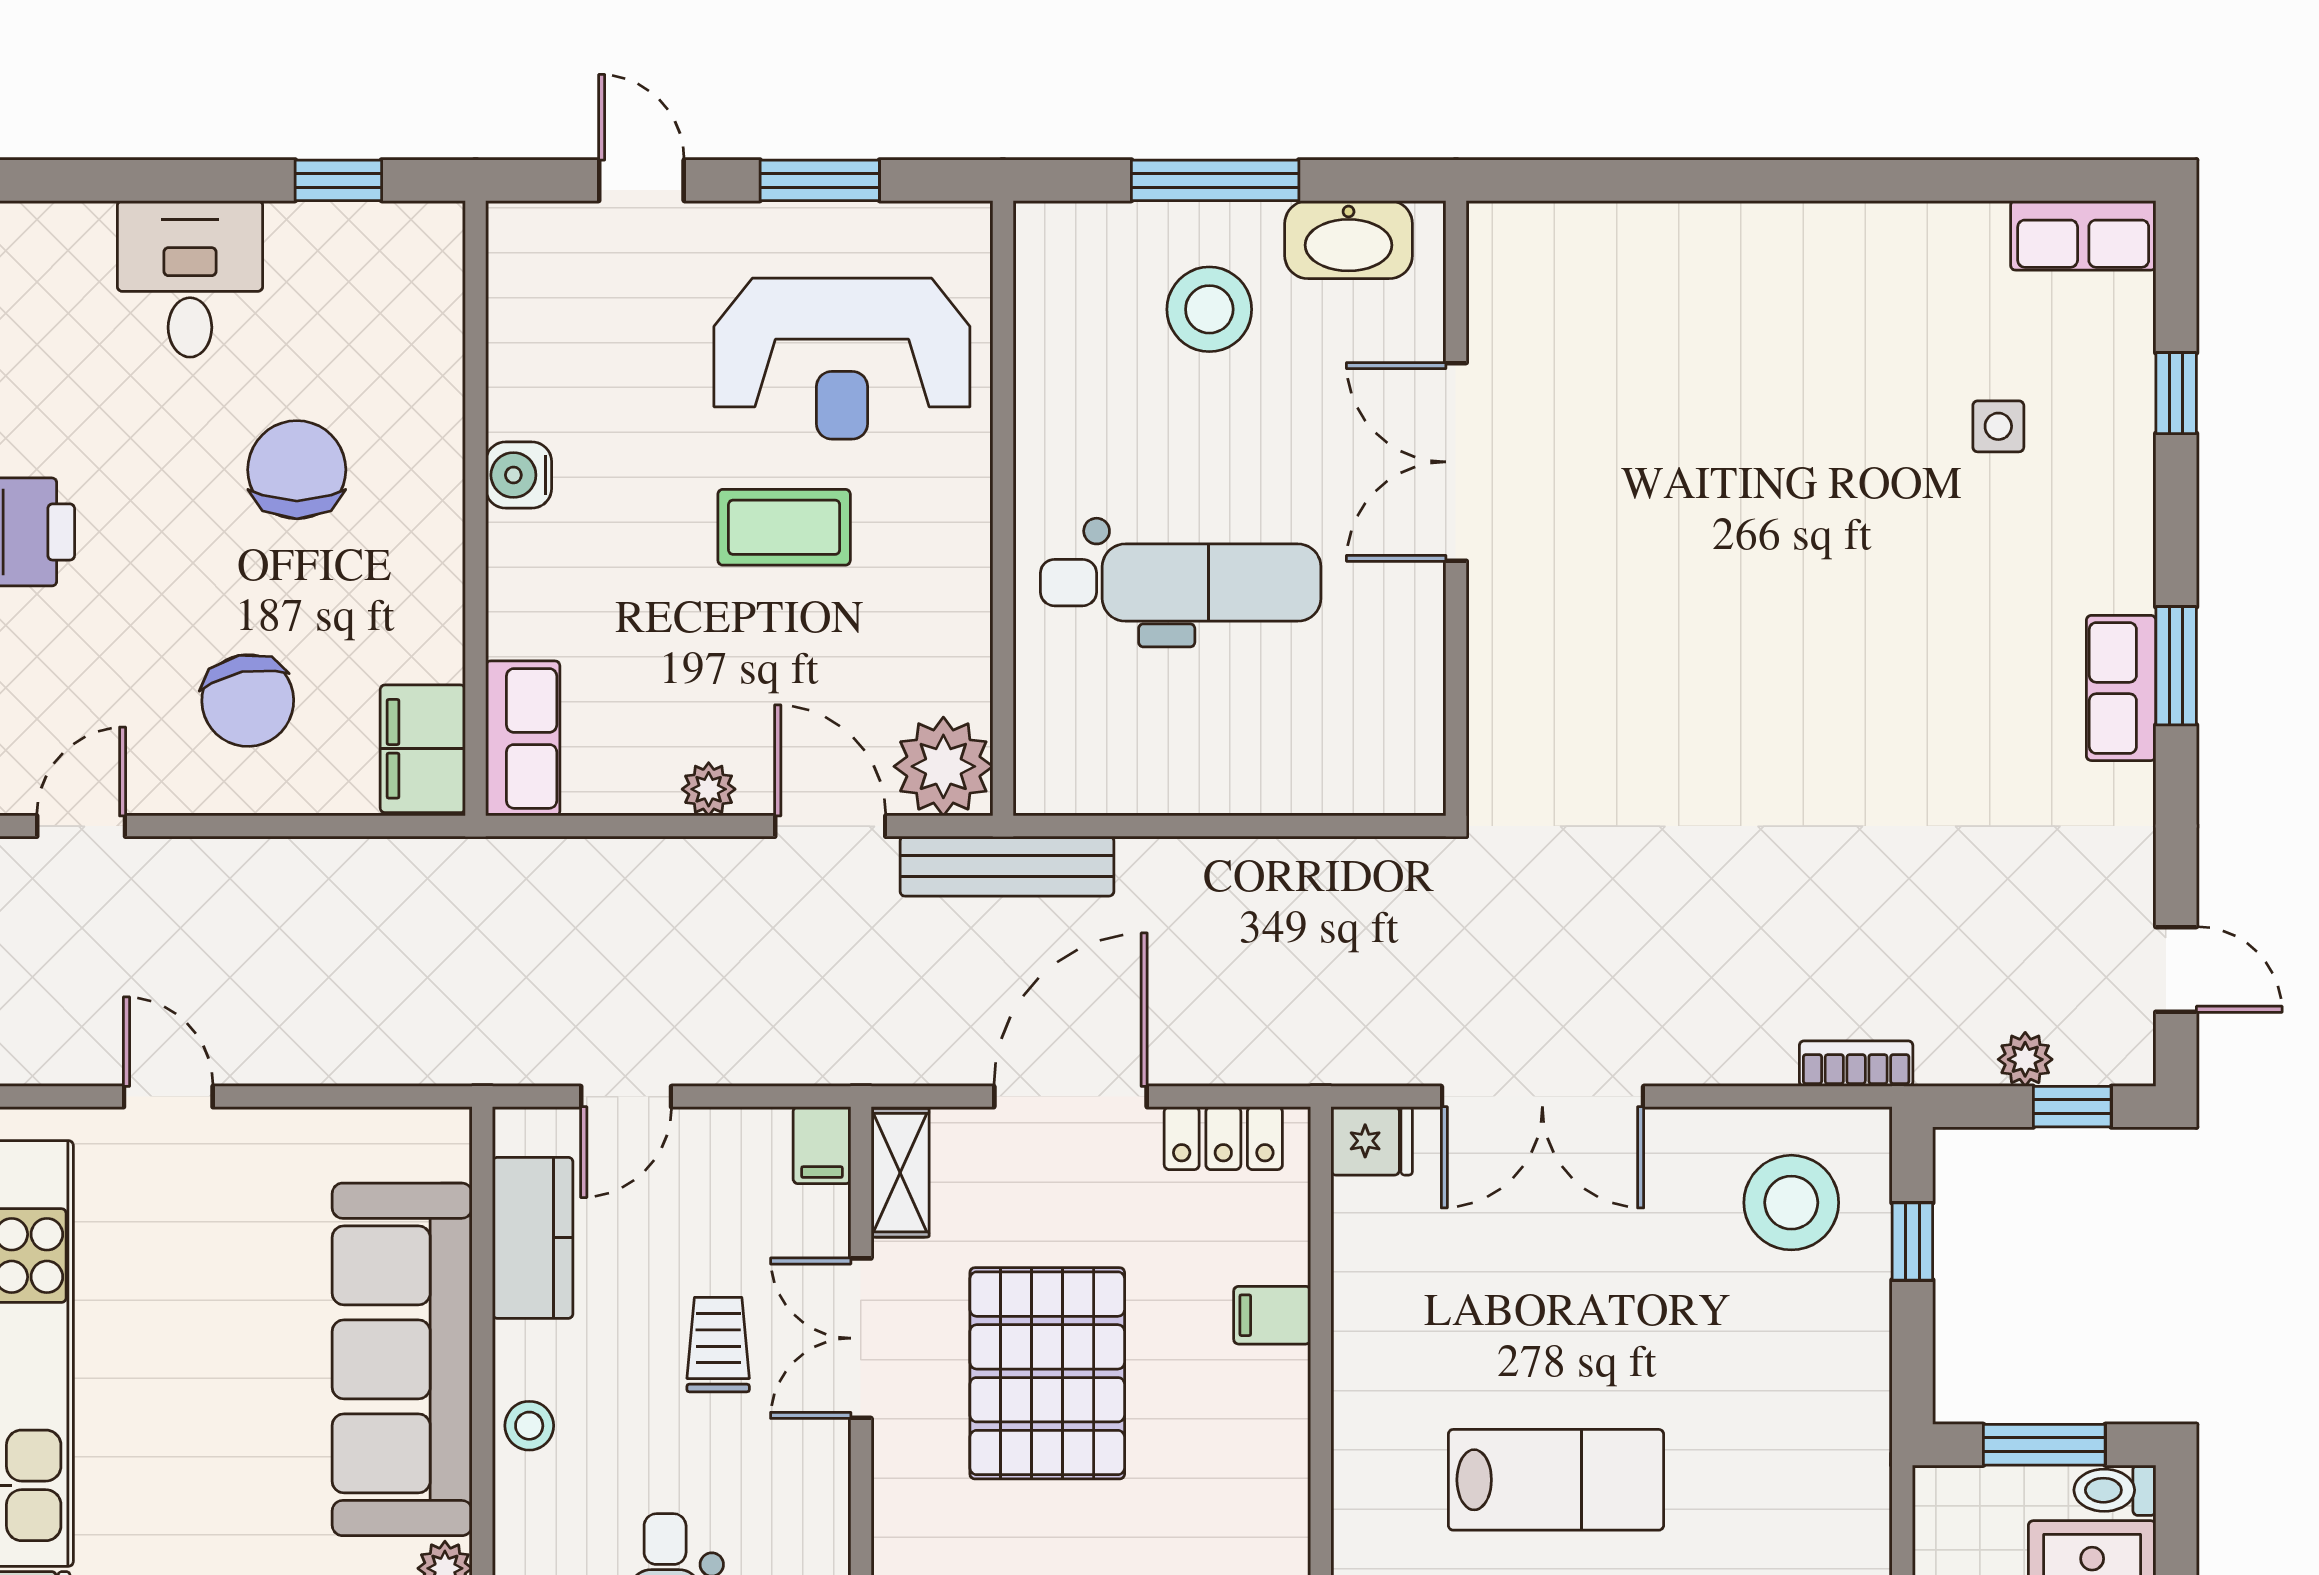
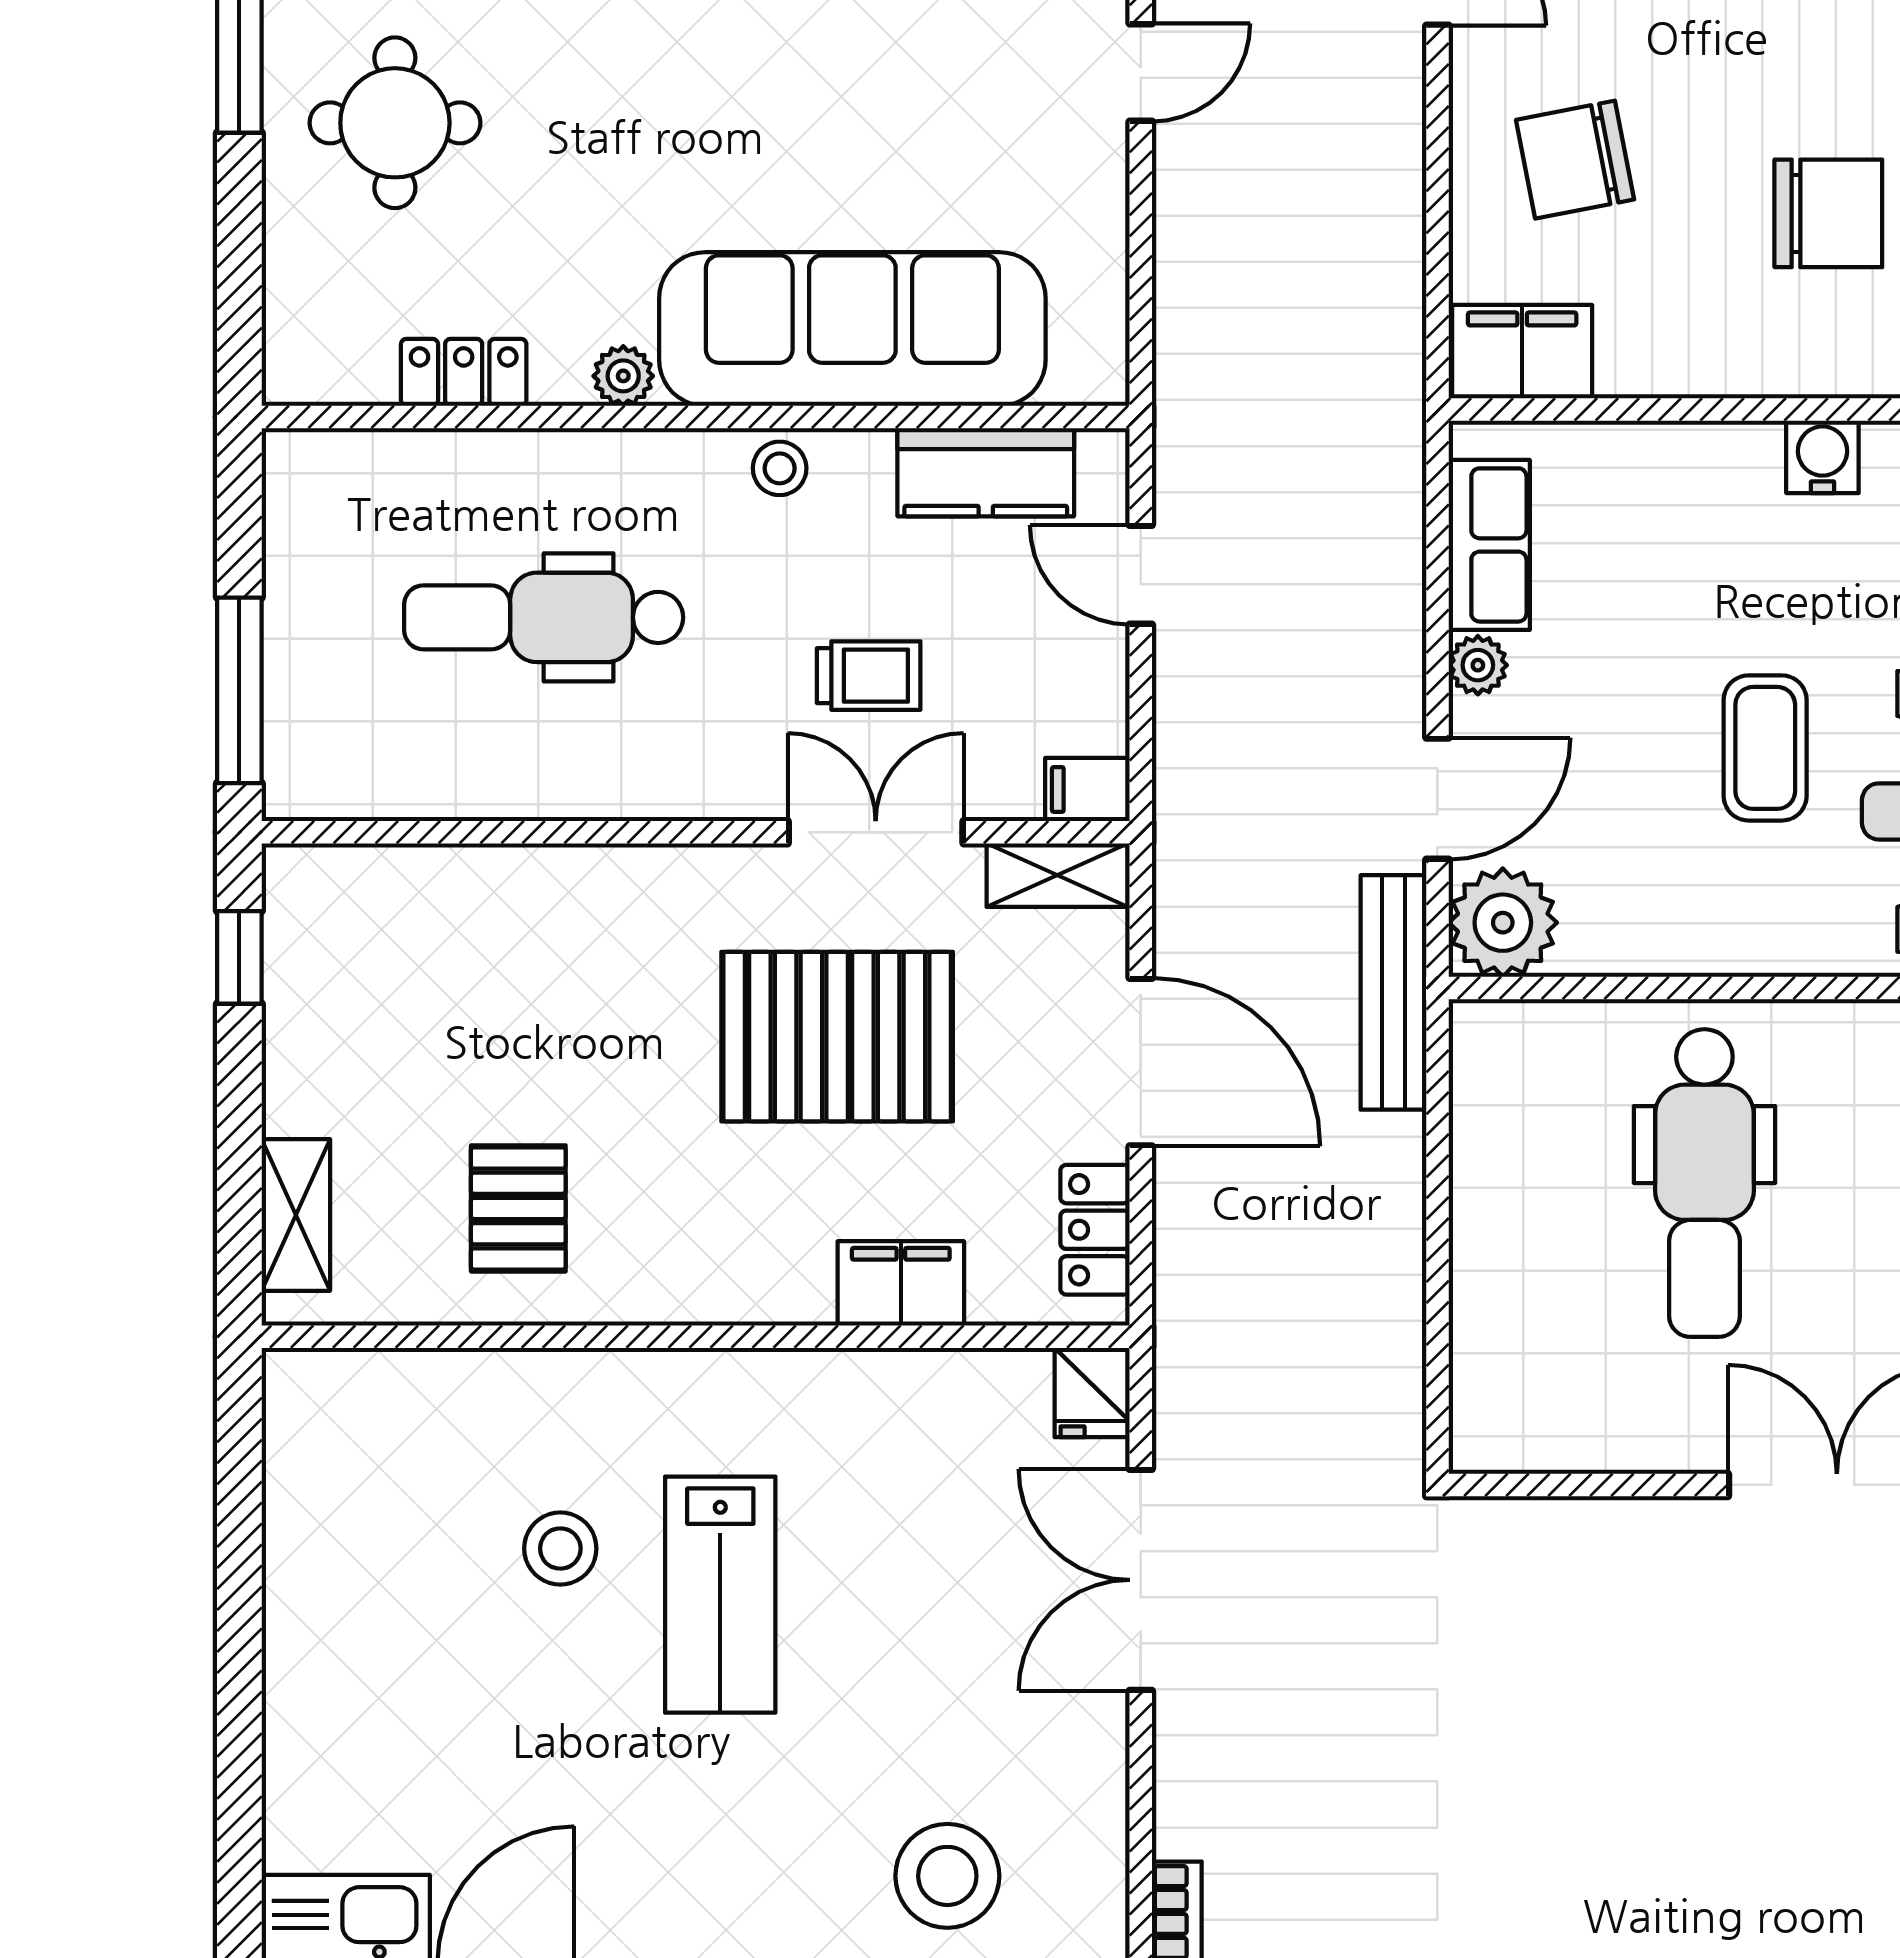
row of seats: (523, 738) -> (1489, 545), moved, turned -90
stool: (1791, 1203) -> (947, 1876), moved
filing cabinet: (1272, 1315) -> (901, 1283), width x2.00

